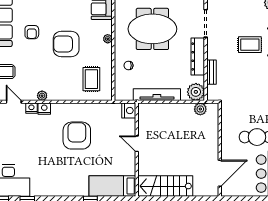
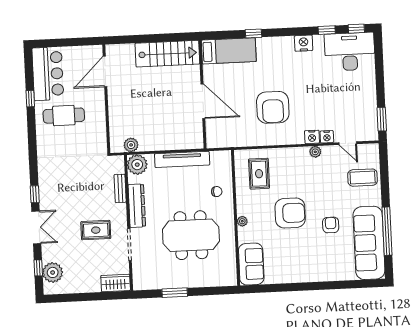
rug: (250, 45) -> (96, 230), moved
nightstand: (129, 110) -> (304, 43), moved, turned 90
door: (137, 144) -> (203, 101), width x1.88

